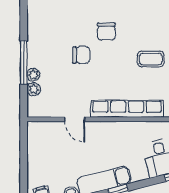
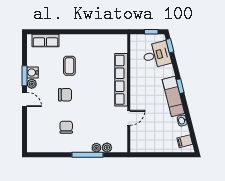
chair: (81, 55) -> (66, 127), moved
coffee table: (151, 59) -> (69, 66), moved

